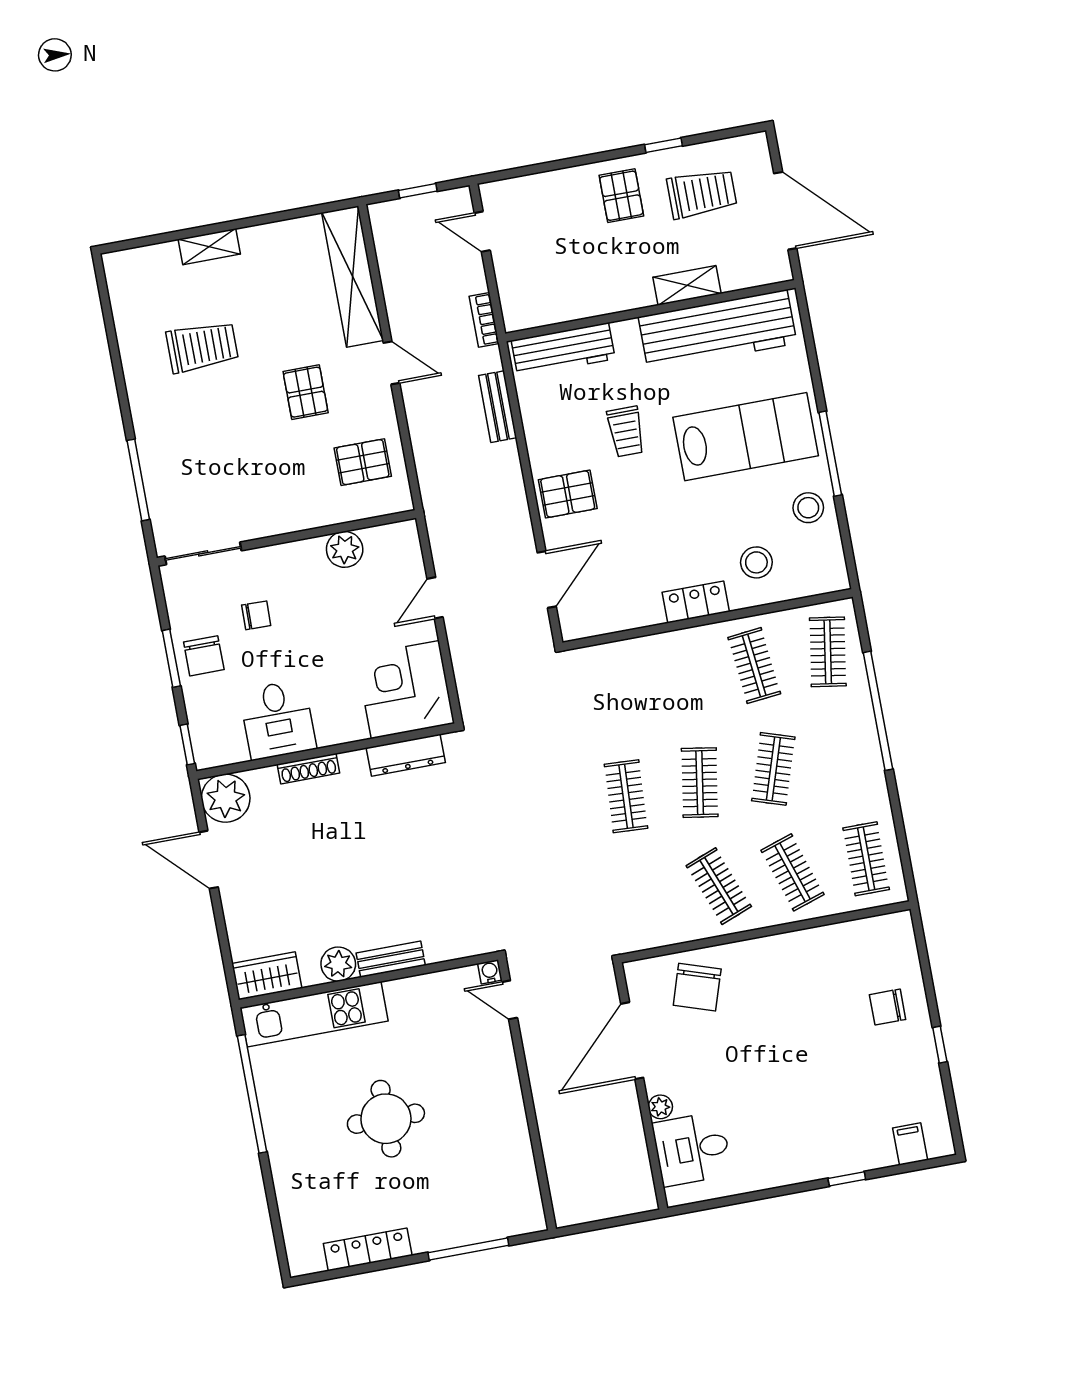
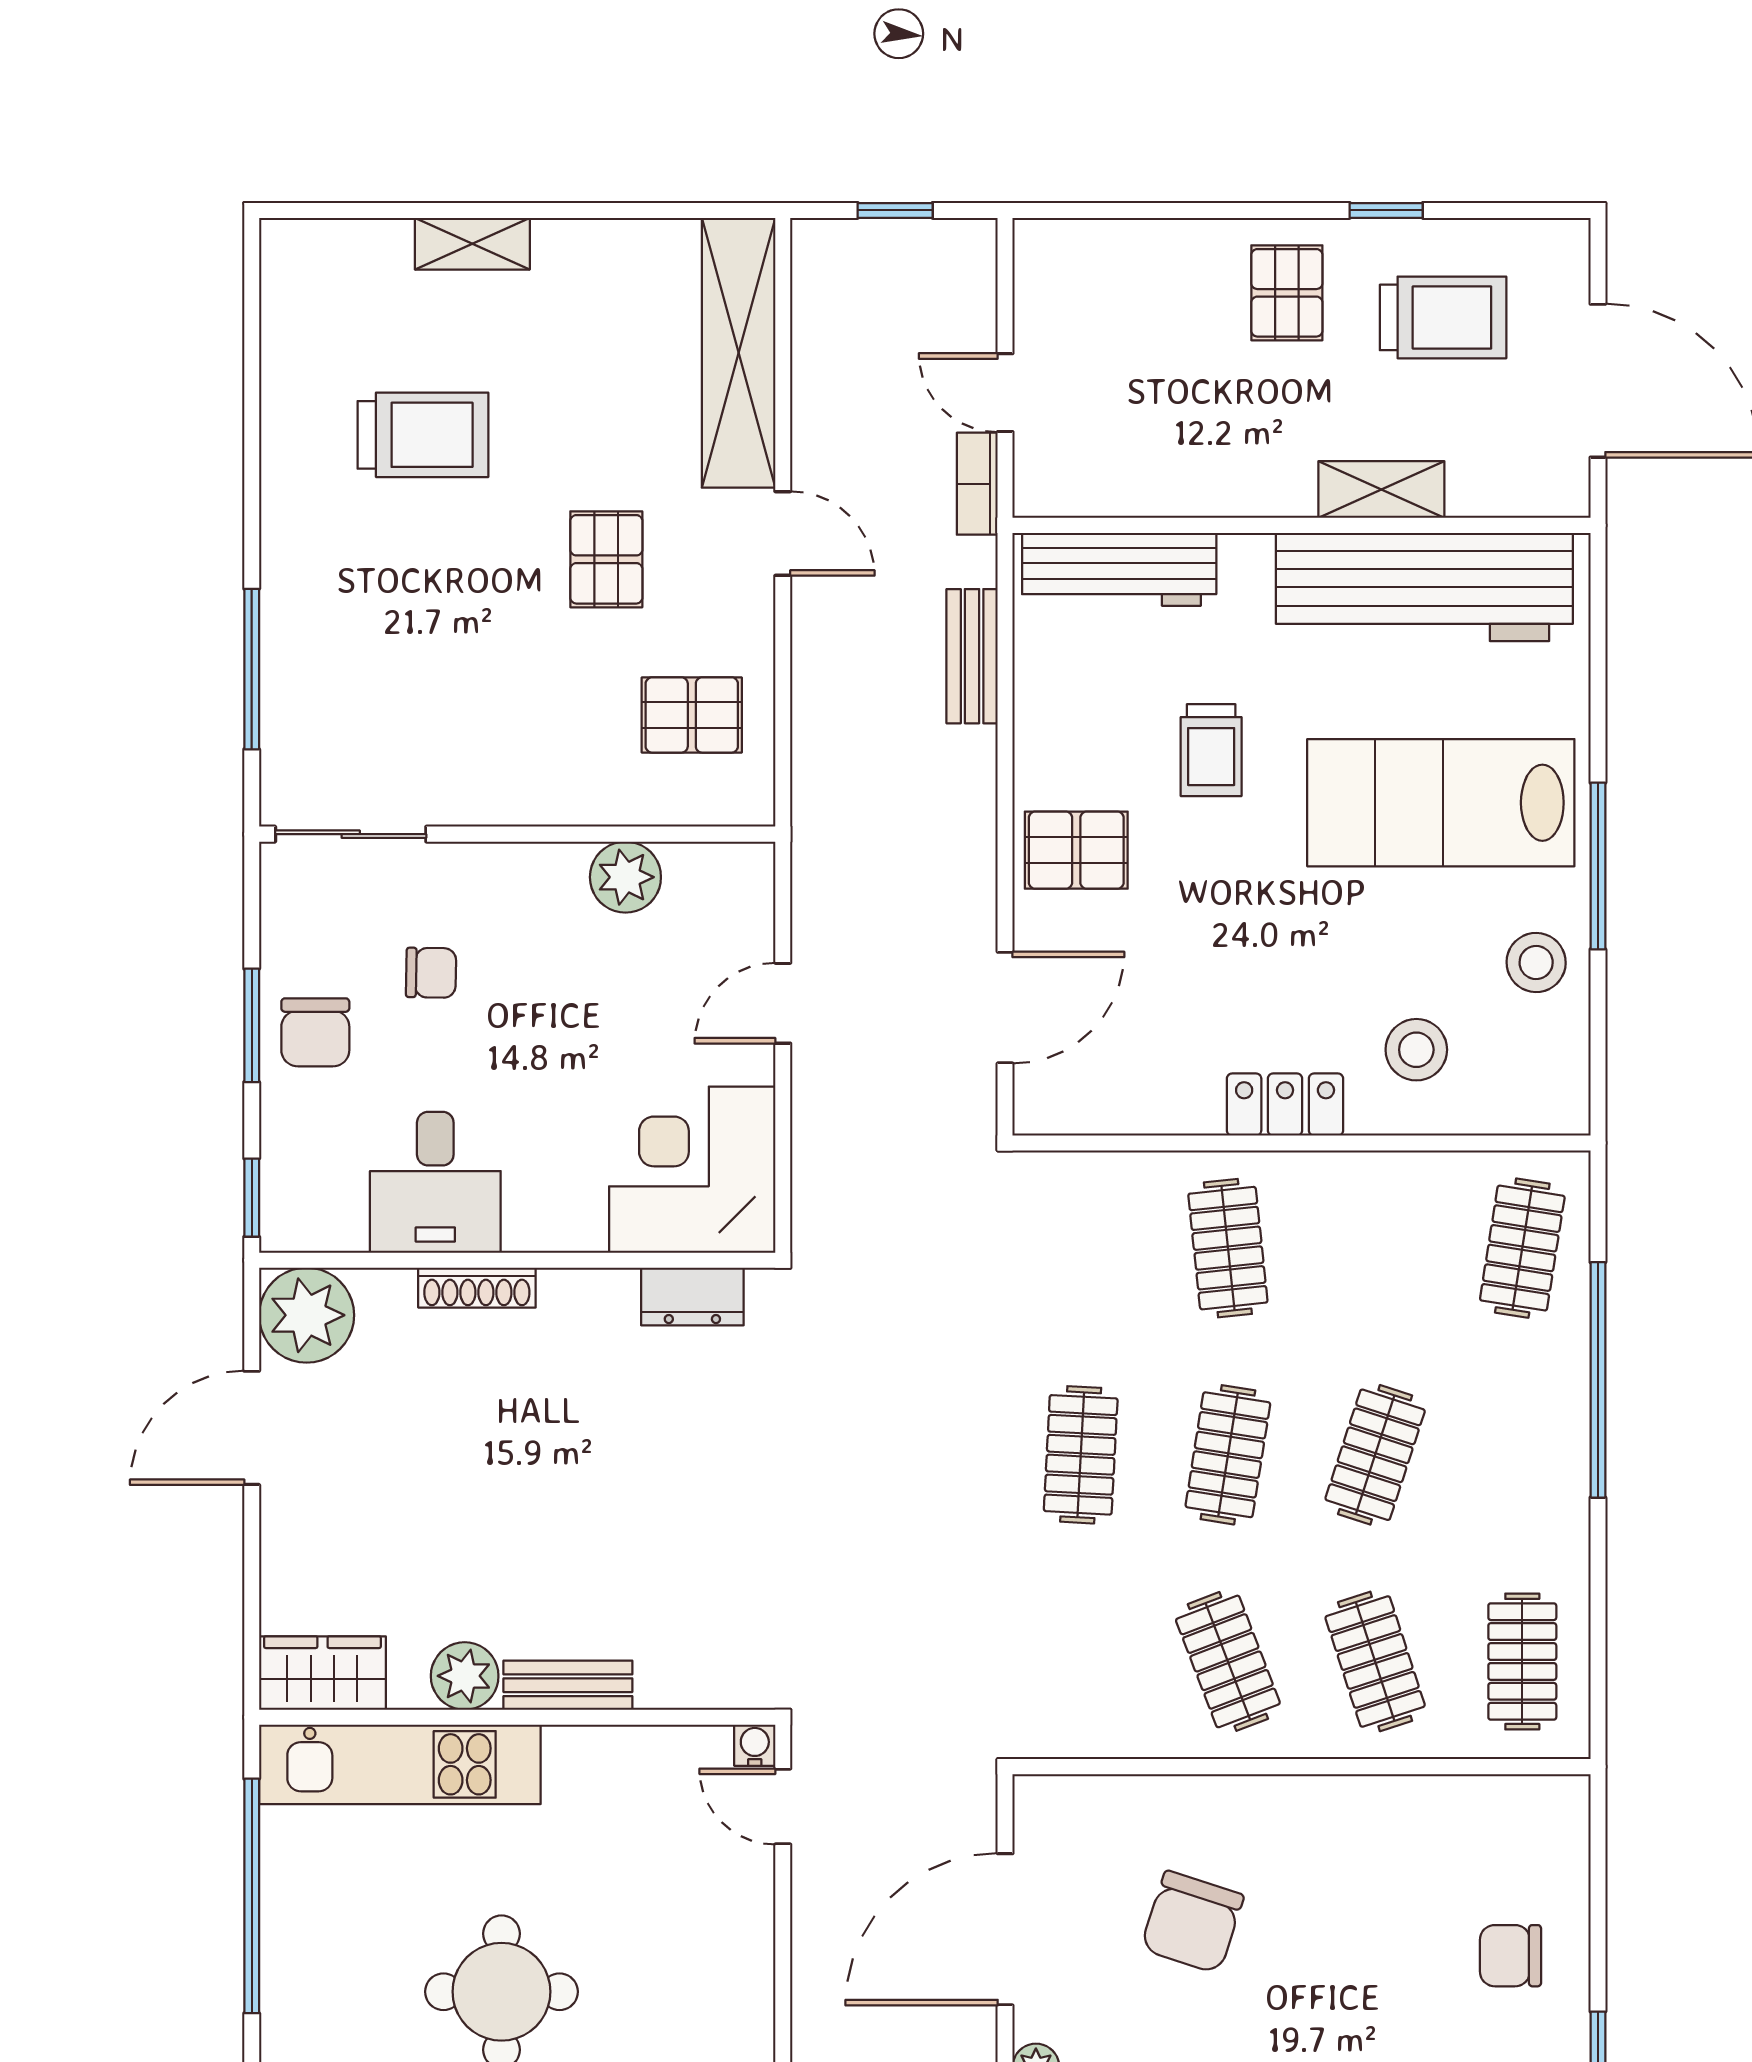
door: (482, 232) -> (1005, 393), moved
lab bench: (746, 437) -> (1441, 803), turned 180
clothes rail: (754, 666) -> (1228, 1248), moved
dresser: (406, 755) -> (692, 1297), width x0.70
door: (209, 860) -> (252, 1428), hinge flipped
chair: (697, 987) -> (1192, 1922), moved

